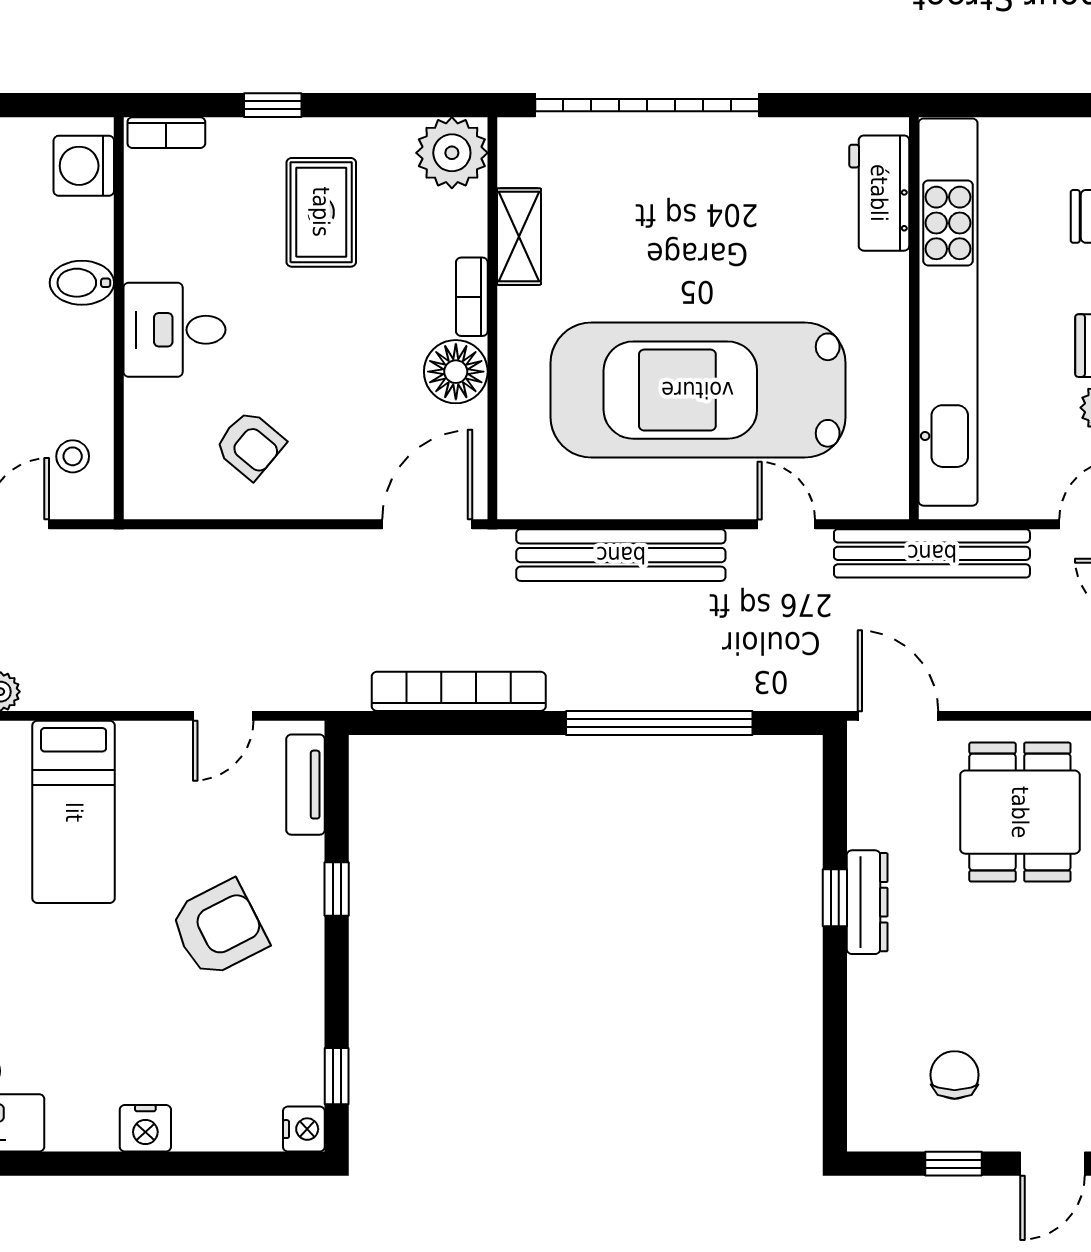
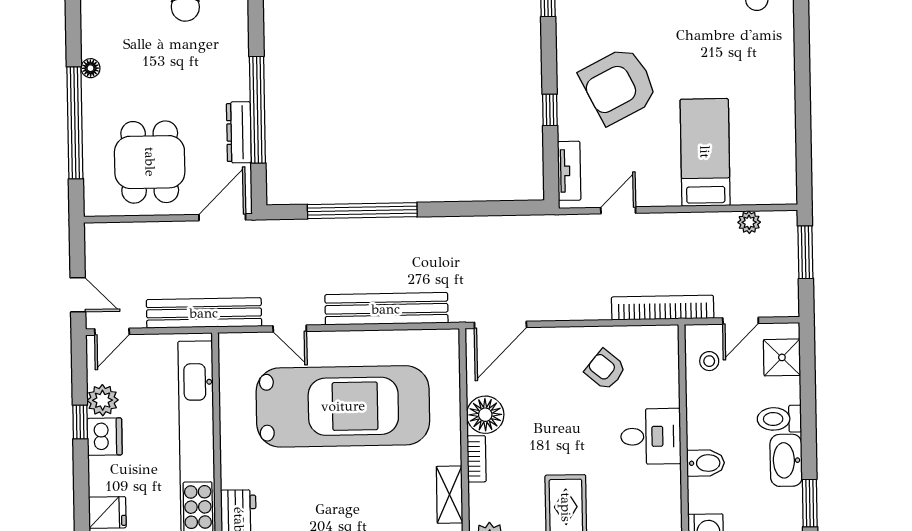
bookcase: (459, 691) -> (663, 308), moved, turned 180
door: (898, 716) -> (222, 217), swing flipped
window: (835, 898) -> (257, 110), width x3.17
dresser: (867, 902) -> (239, 132), moved
armchair: (219, 929) -> (619, 85), width x1.36, depth x1.36

